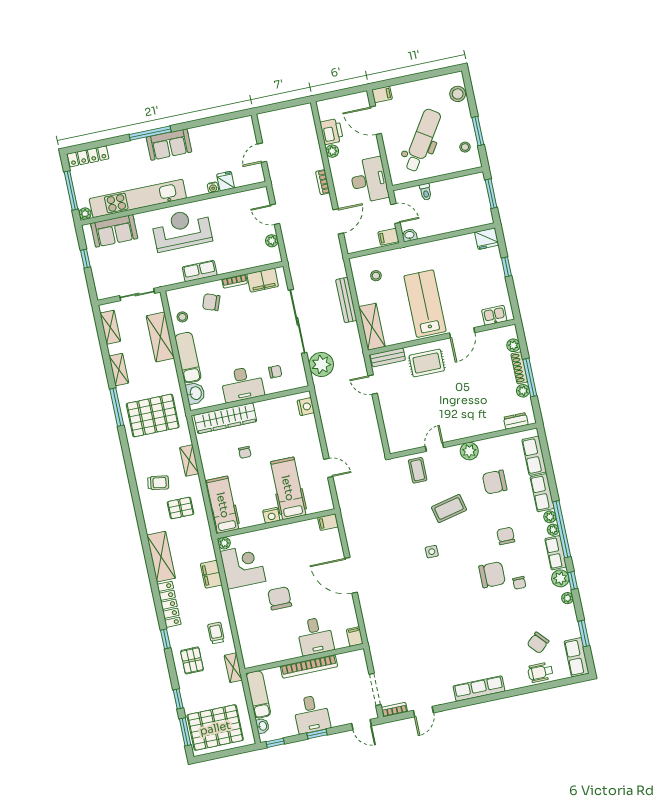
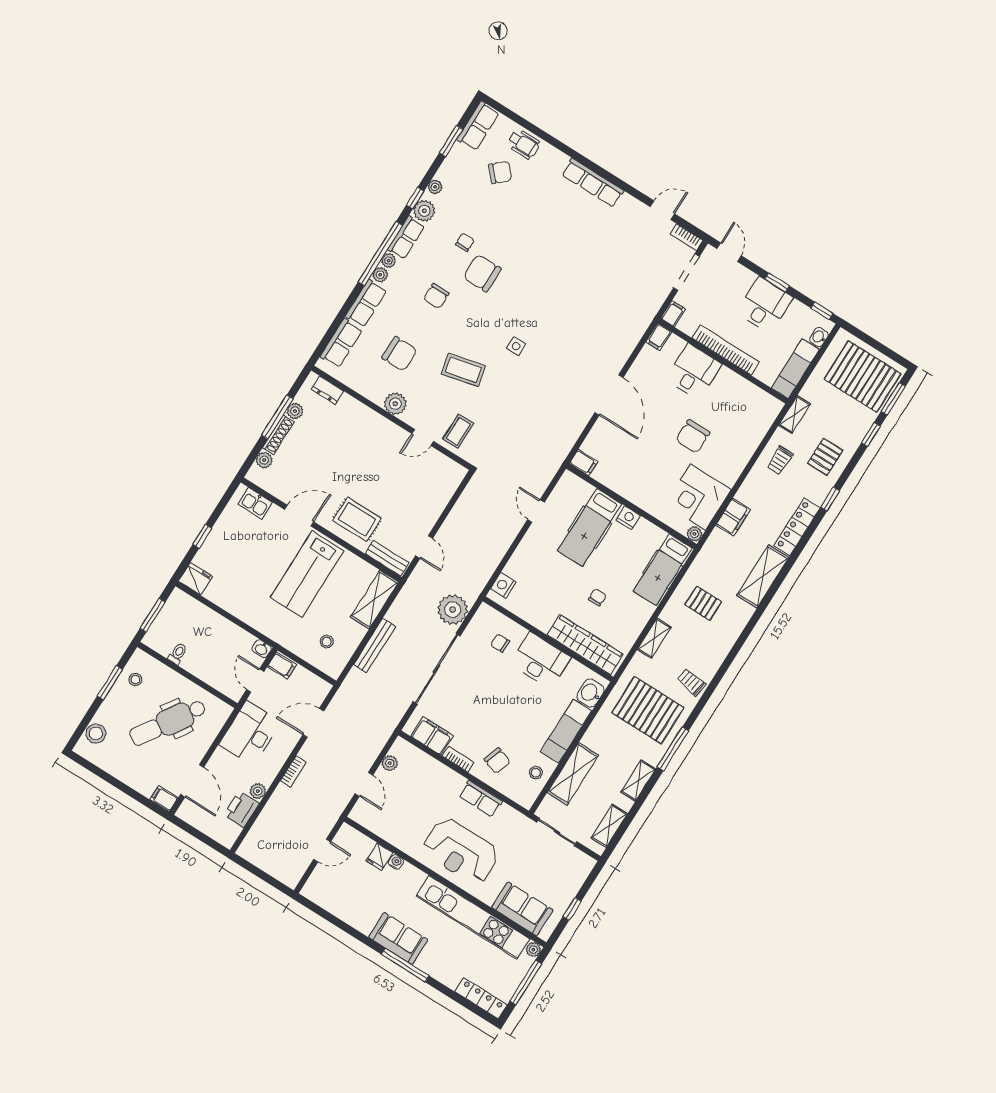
toilet: (426, 192) -> (178, 654), moved
trolley: (158, 483) -> (691, 682), moved
filing cabinet: (360, 658) -> (673, 314), added

